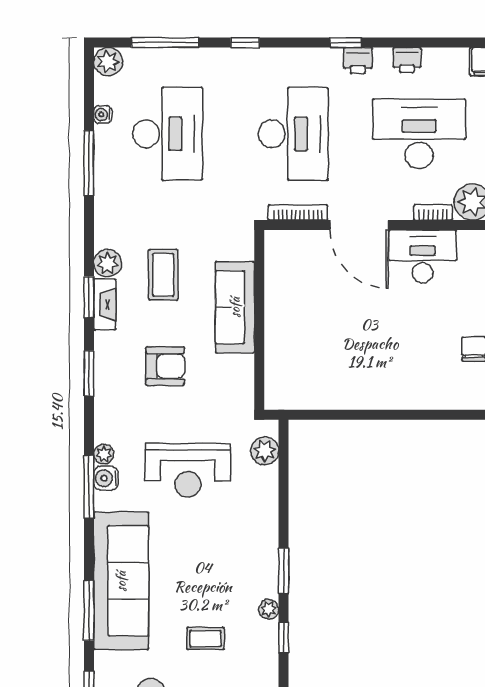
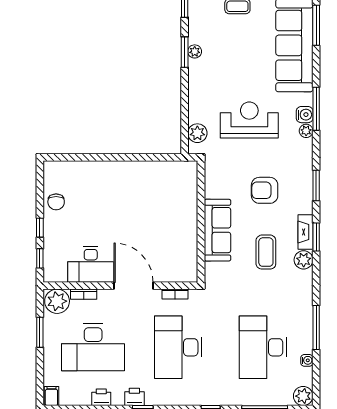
bookcase: (298, 213) -> (175, 294), width x0.64
plant: (269, 609) -> (195, 51), moved

